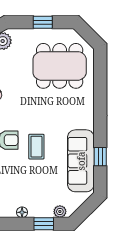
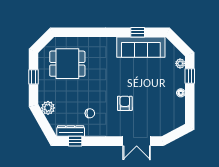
dining table: (60, 66) -> (67, 64), width x0.73
coffee table: (36, 147) -> (130, 82), removed

